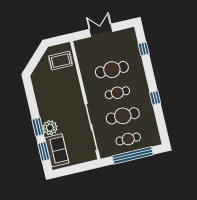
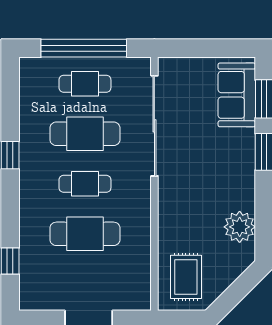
rug: (61, 61) -> (186, 277), turned 90
plant: (50, 128) -> (240, 227), moved

